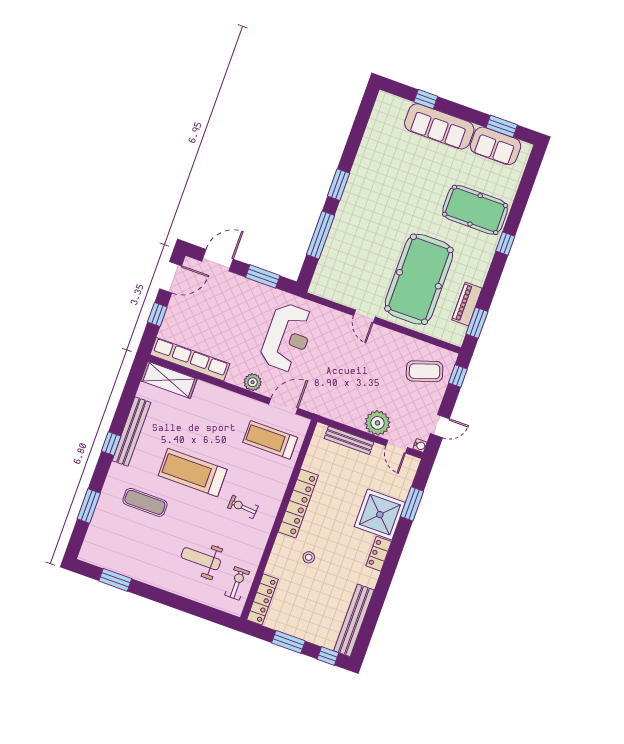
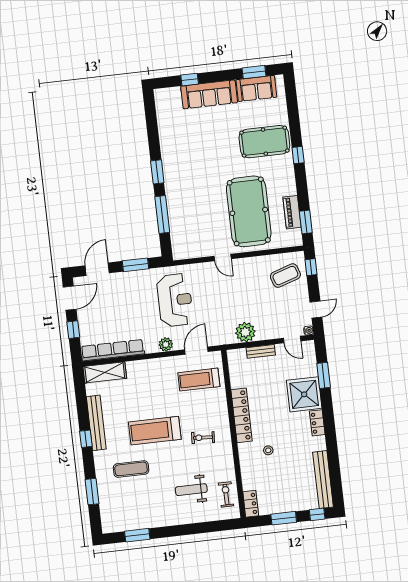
plant: (377, 423) -> (245, 332), moved
bench: (349, 440) -> (261, 351), width x0.73
locker: (262, 599) -> (251, 504), width x0.66

